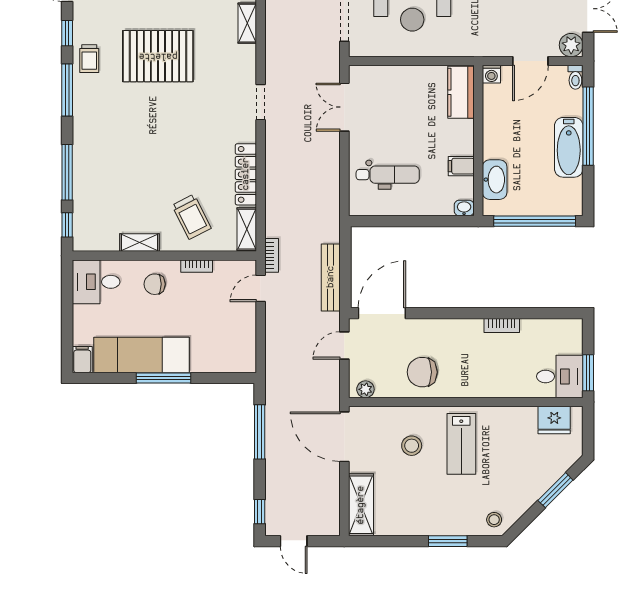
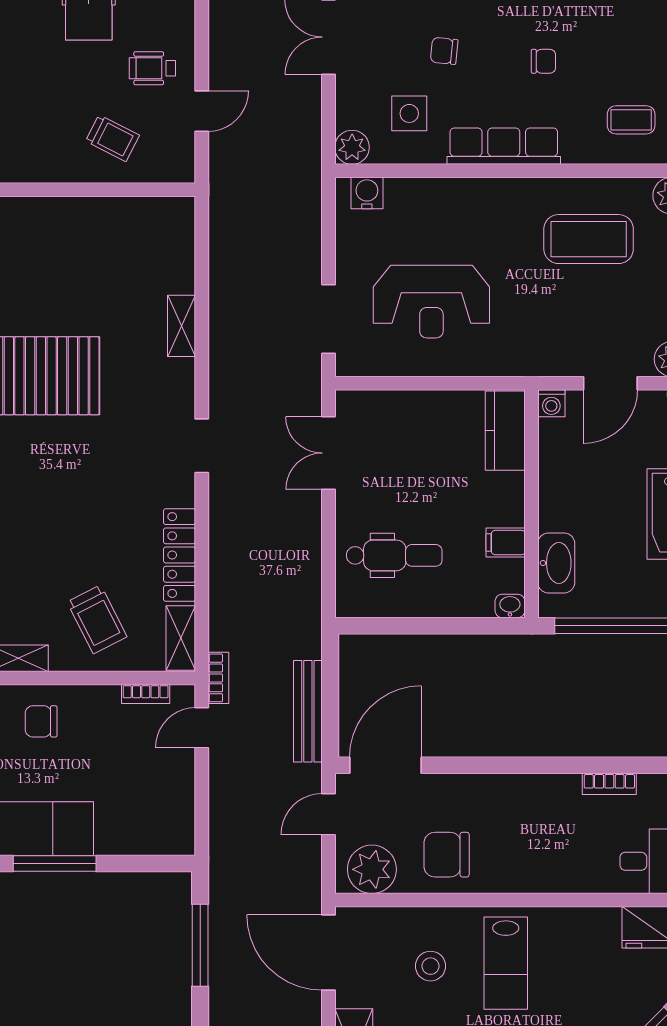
bookcase: (197, 266) -> (146, 694), moved
bookcase: (502, 325) -> (609, 784), moved
plant: (365, 389) -> (372, 869), width x1.88, depth x1.88

